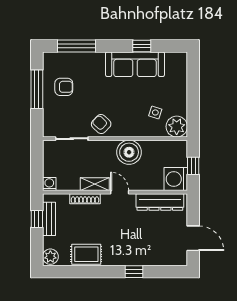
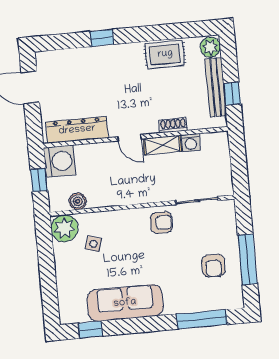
window: (142, 46) -> (91, 330), moved
armchair: (64, 87) -> (213, 266), turned -90
armchair: (101, 124) -> (161, 223), turned -44
boiler: (129, 152) -> (78, 201), moved, width x0.54, depth x0.54
washing machine: (49, 184) -> (191, 143), moved
shoe rack: (85, 199) -> (173, 125), width x0.70
bench: (49, 219) -> (216, 88), width x1.36

